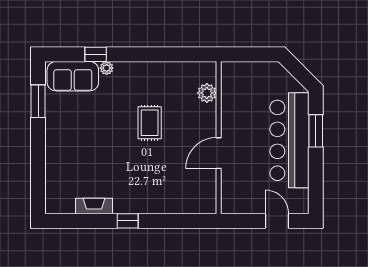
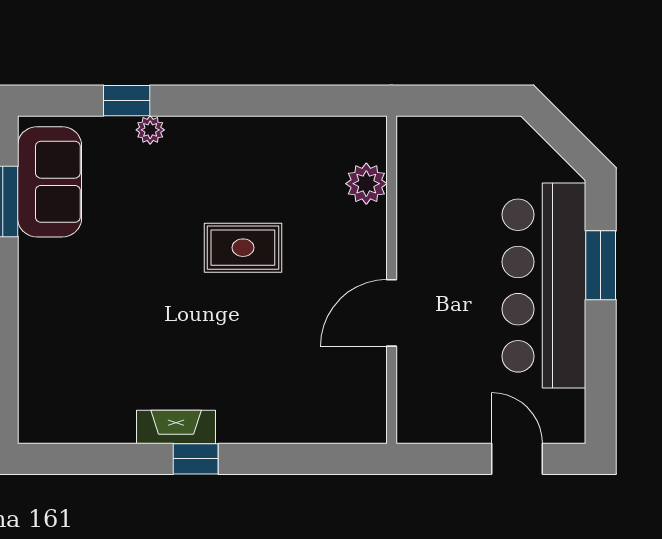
sofa: (73, 76) -> (50, 182), moved, turned -90
rug: (150, 123) -> (243, 248), turned 90
fireplace: (94, 206) -> (176, 427), moved

